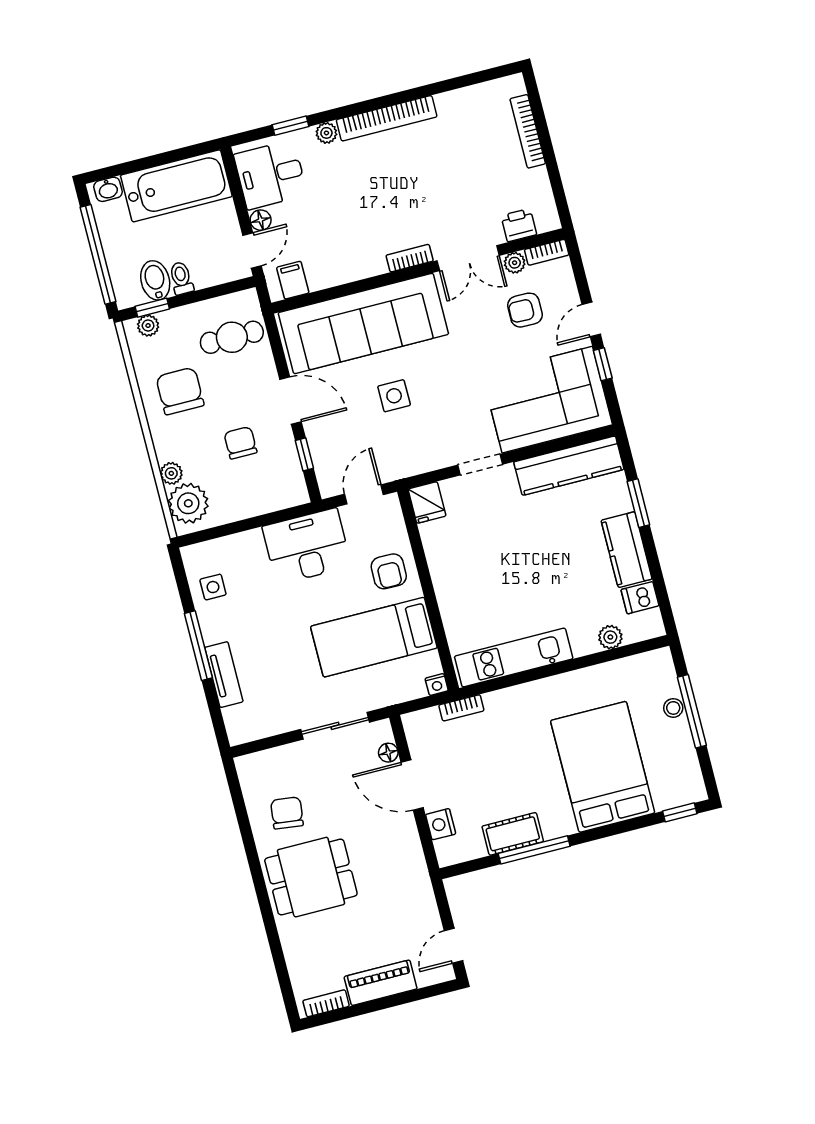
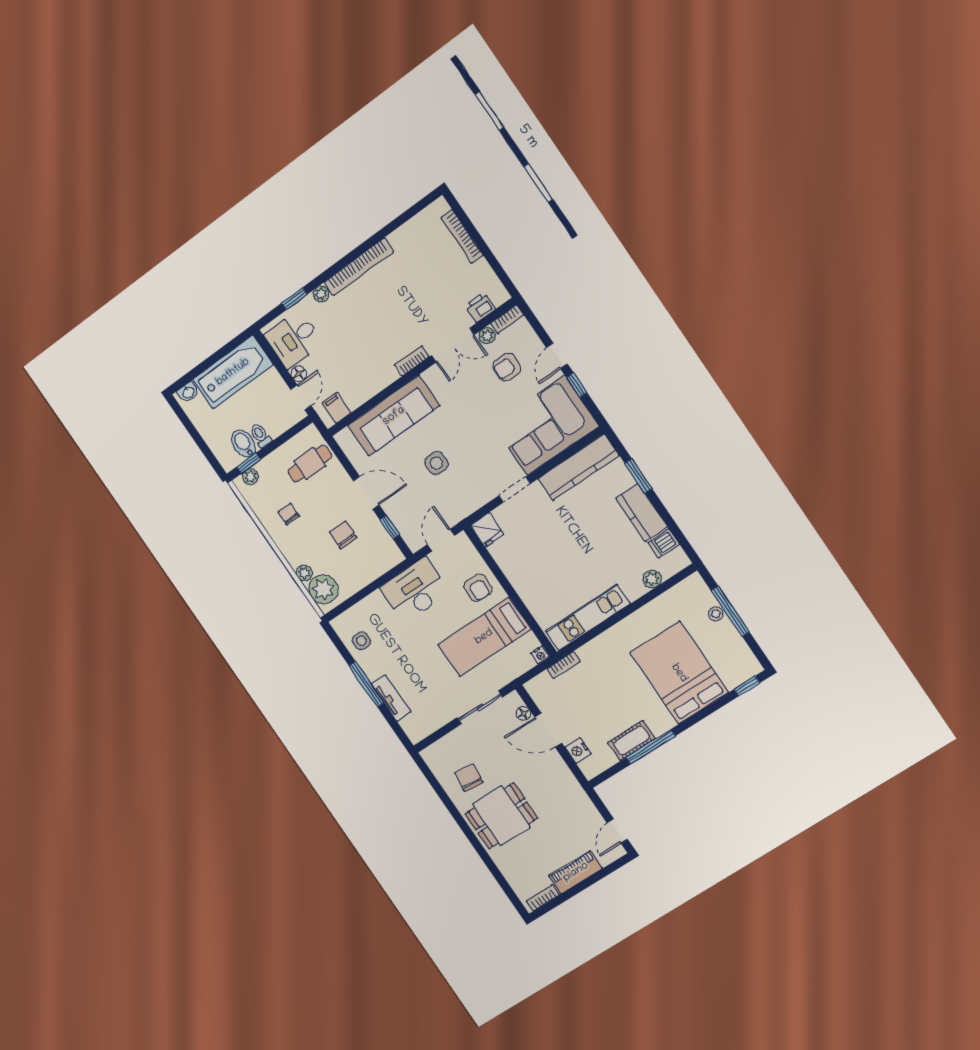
window: (98, 254) -> (199, 440), removed
sofa: (363, 323) -> (394, 416), width x0.74, depth x0.79
chair: (180, 391) -> (289, 514), width x0.54, depth x0.54

